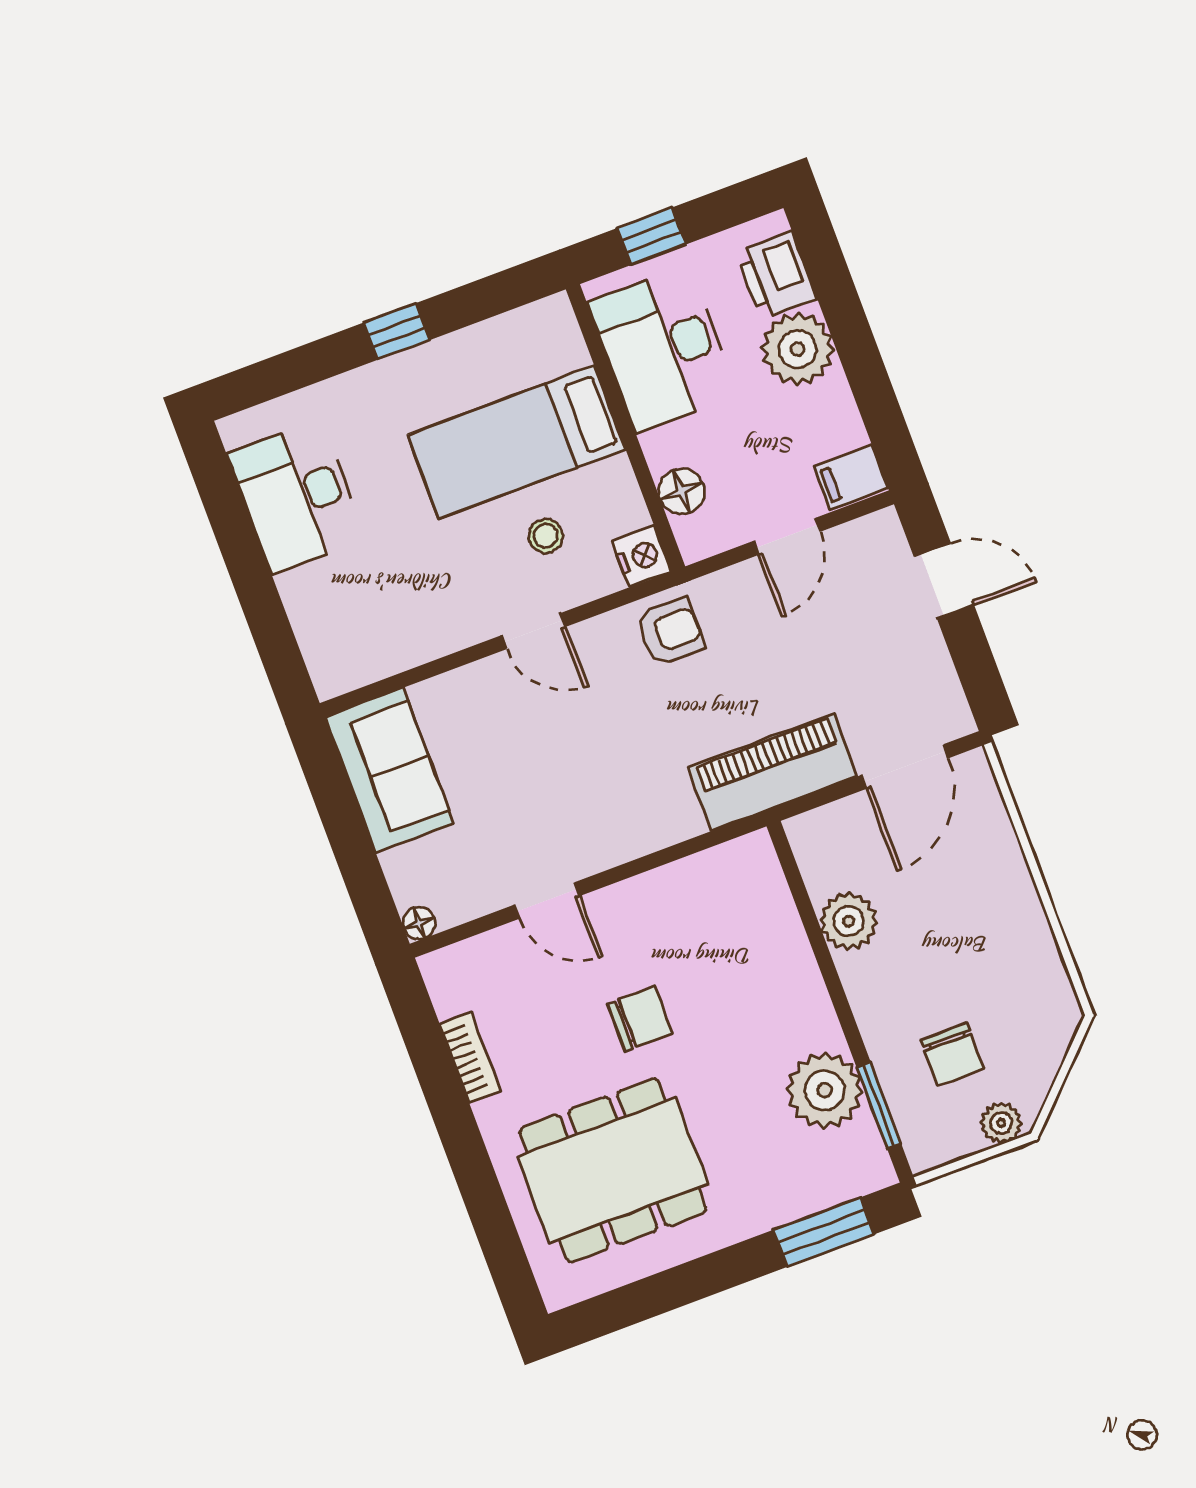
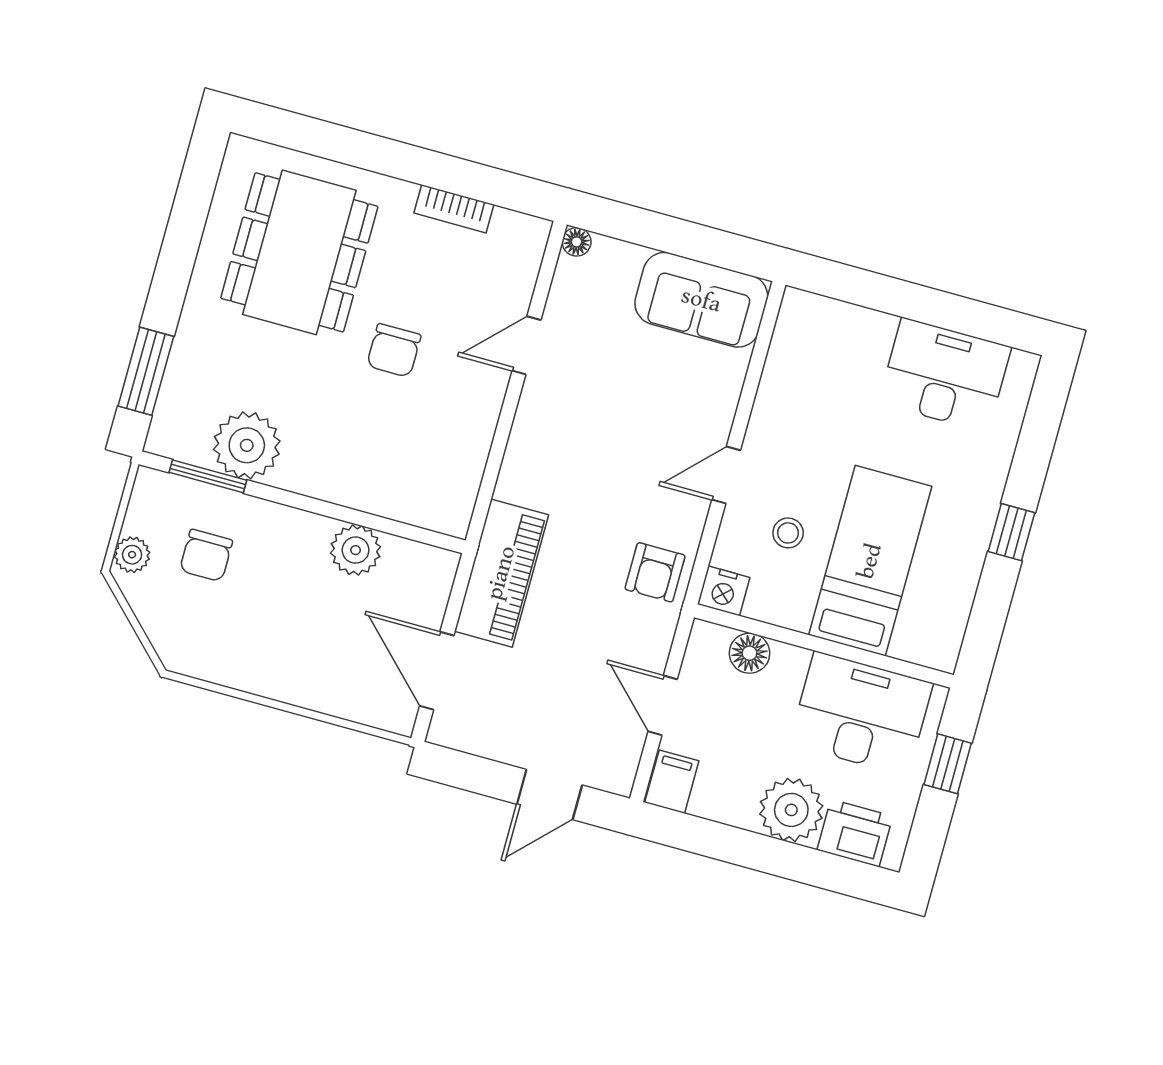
chair: (953, 1055) -> (206, 555), turned -90

